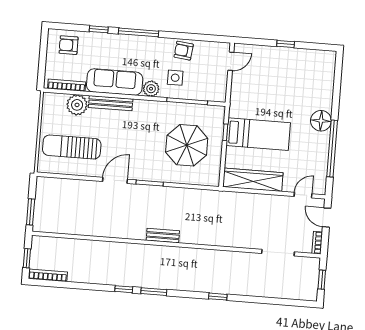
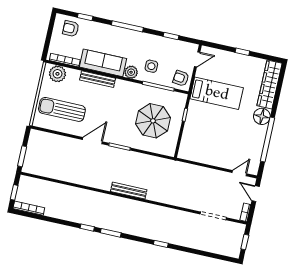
window: (99, 29) -> (85, 17), moved
window: (194, 37) -> (171, 36), added
armchair: (184, 51) -> (181, 78), moved
plant: (77, 105) -> (57, 74), moved
bed: (258, 134) -> (217, 93), moved
wardrobe: (253, 180) -> (269, 85), moved, turned -90
bench: (163, 236) -> (129, 191), width x1.36

